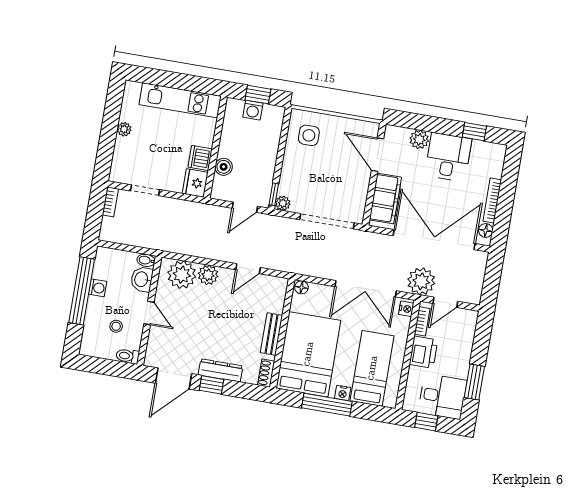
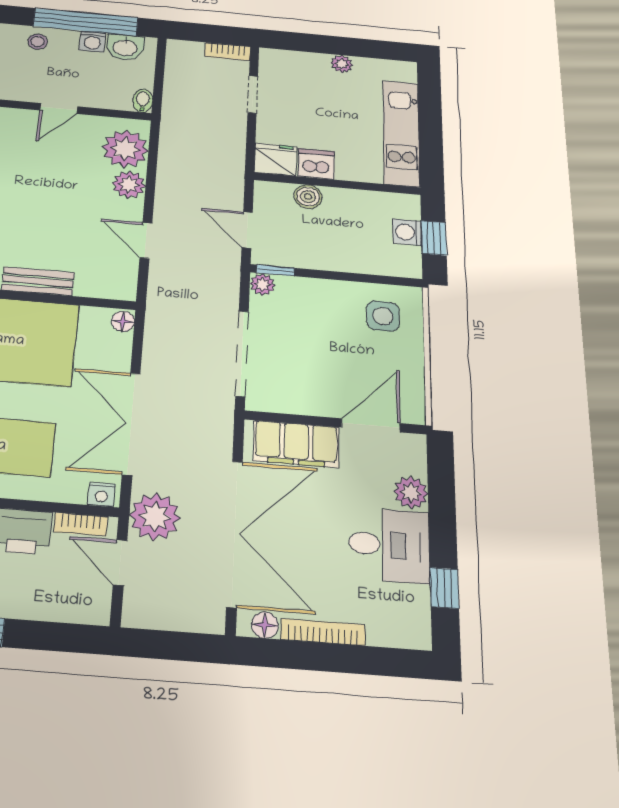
washbasin: (142, 279) -> (125, 47), moved, turned 180
stool: (116, 326) -> (38, 42), moved

